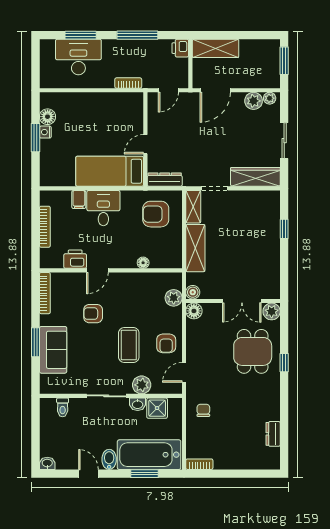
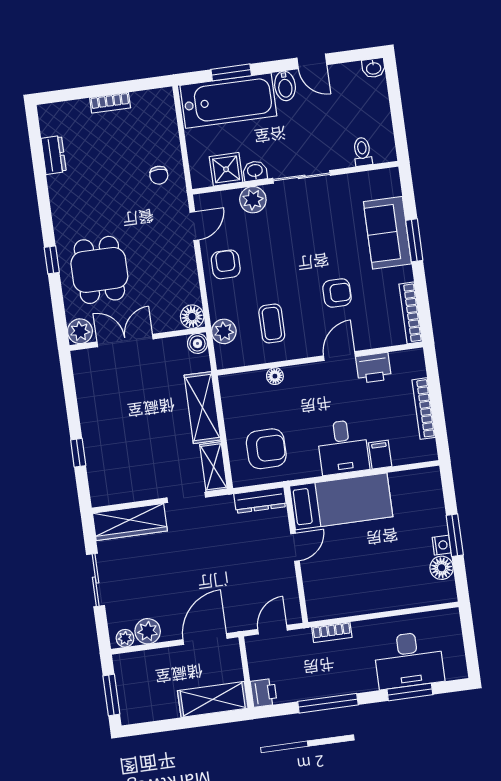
coffee table: (129, 345) -> (272, 324), moved, width x0.73, depth x0.77
bookcase: (199, 464) -> (110, 103), moved

